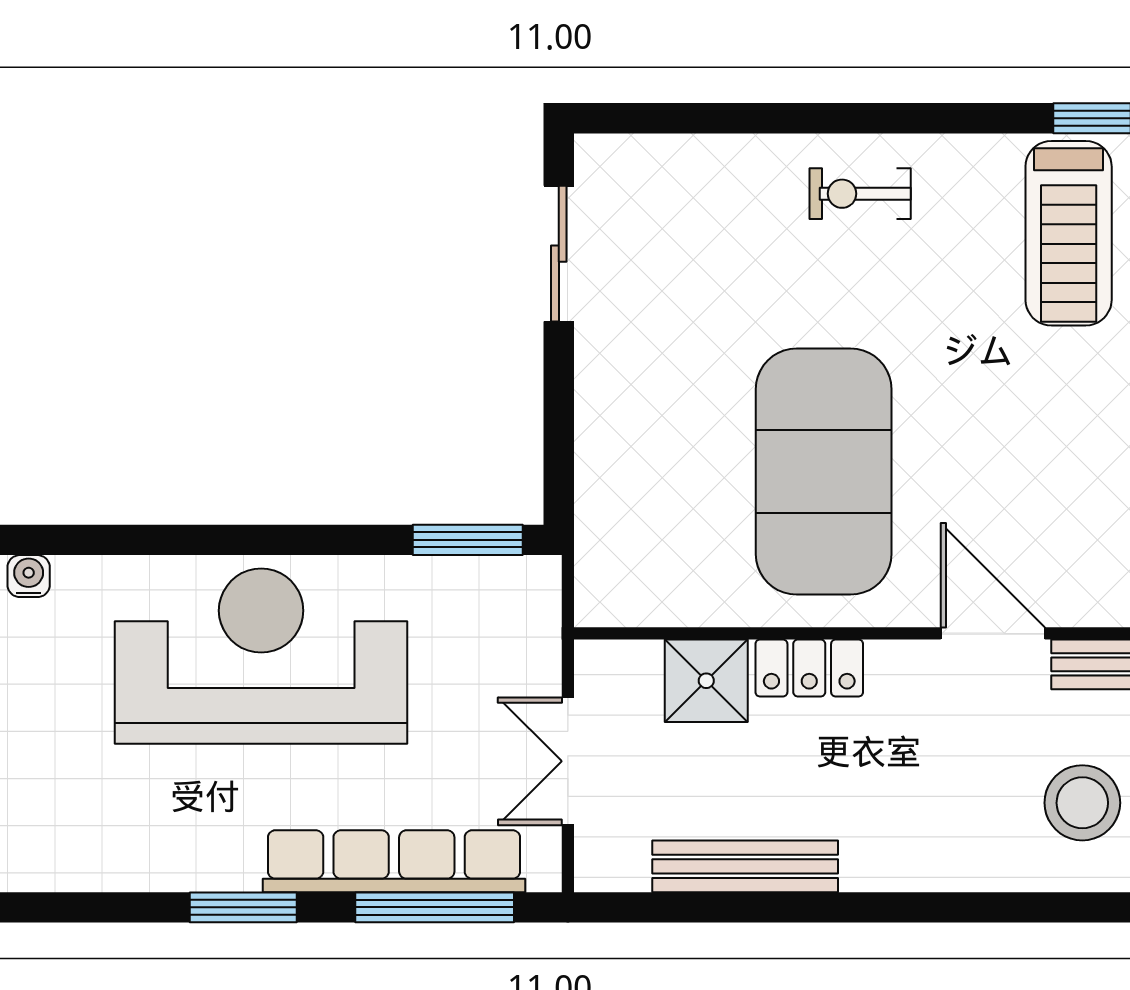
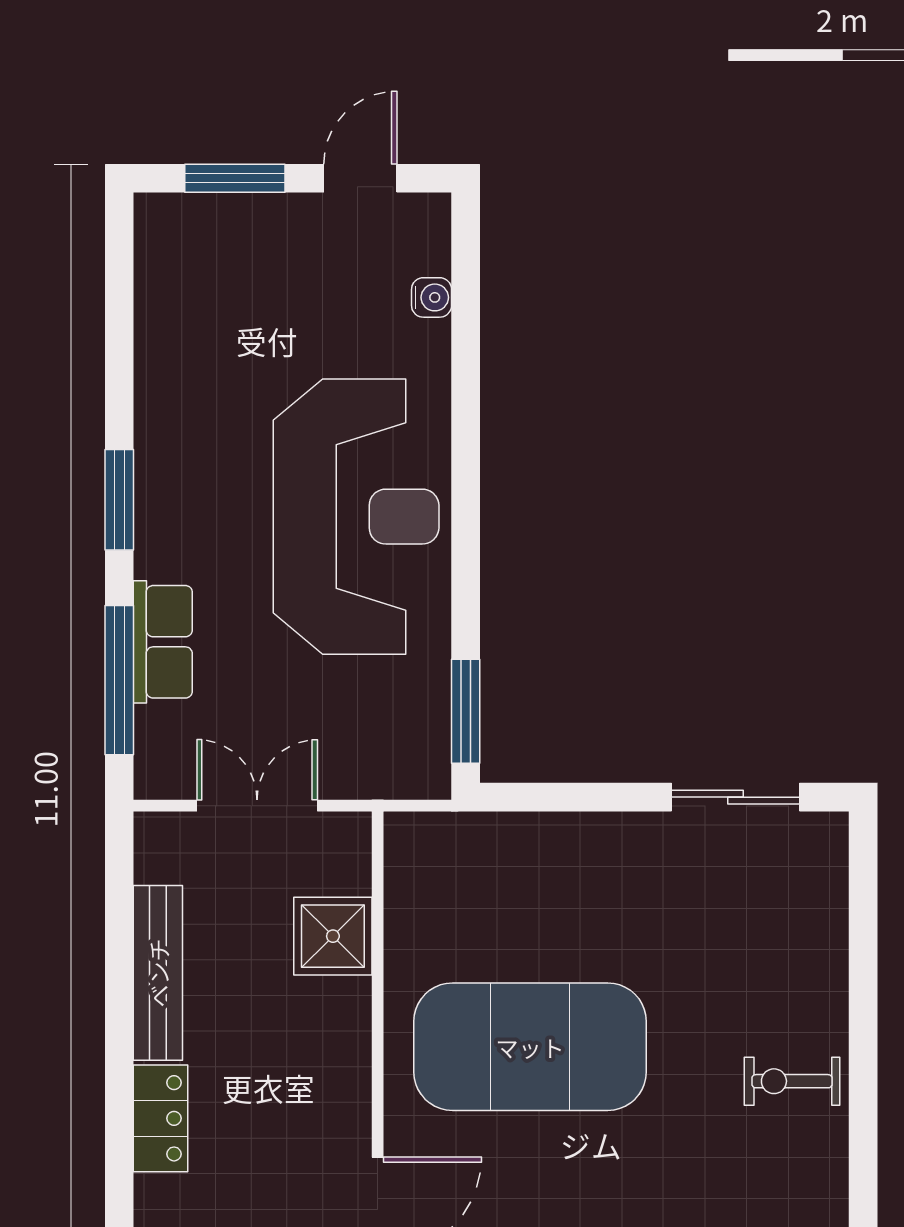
exercise bike: (860, 194) -> (792, 1081), turned -90
locker: (809, 668) -> (160, 1118), moved, turned 180
row of seats: (394, 861) -> (163, 642), width x0.50

